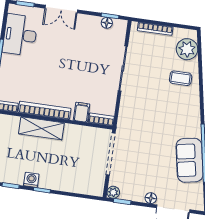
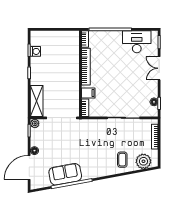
shelving: (41, 128) -> (37, 101), moved
washing machine: (31, 180) -> (35, 51), moved

